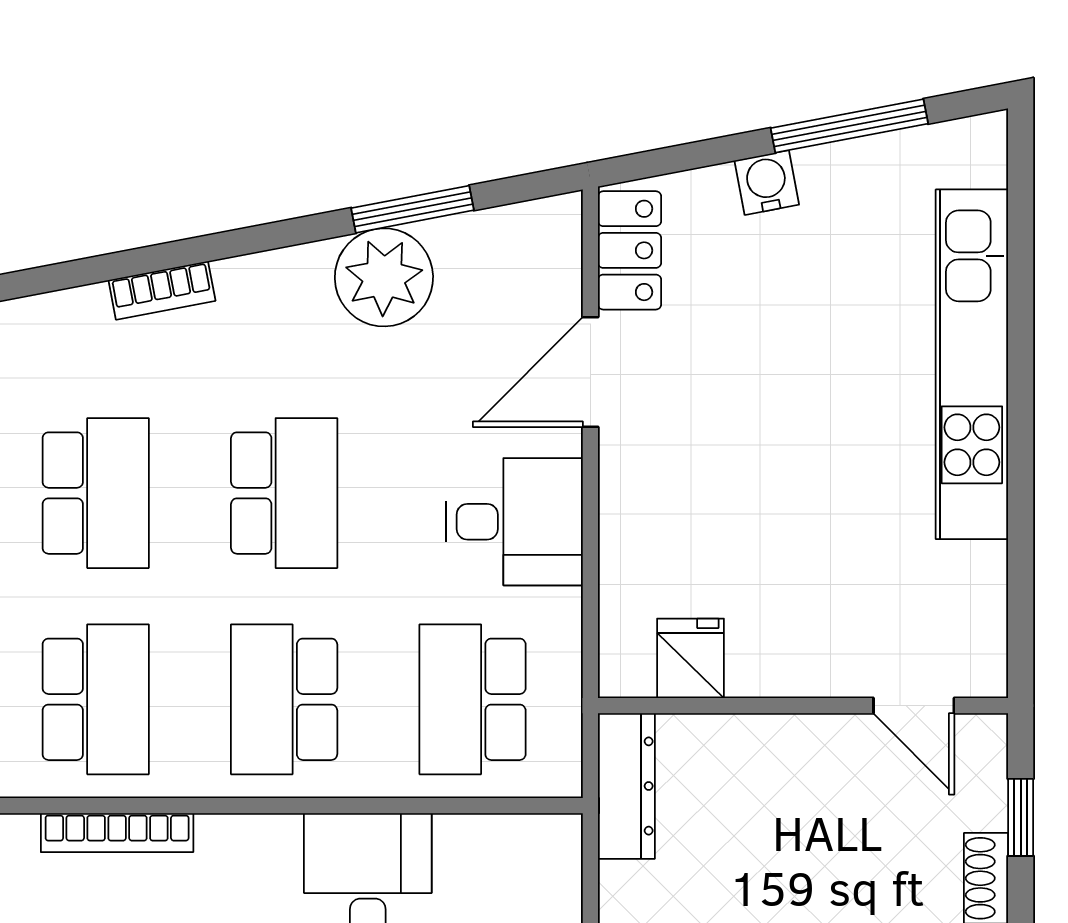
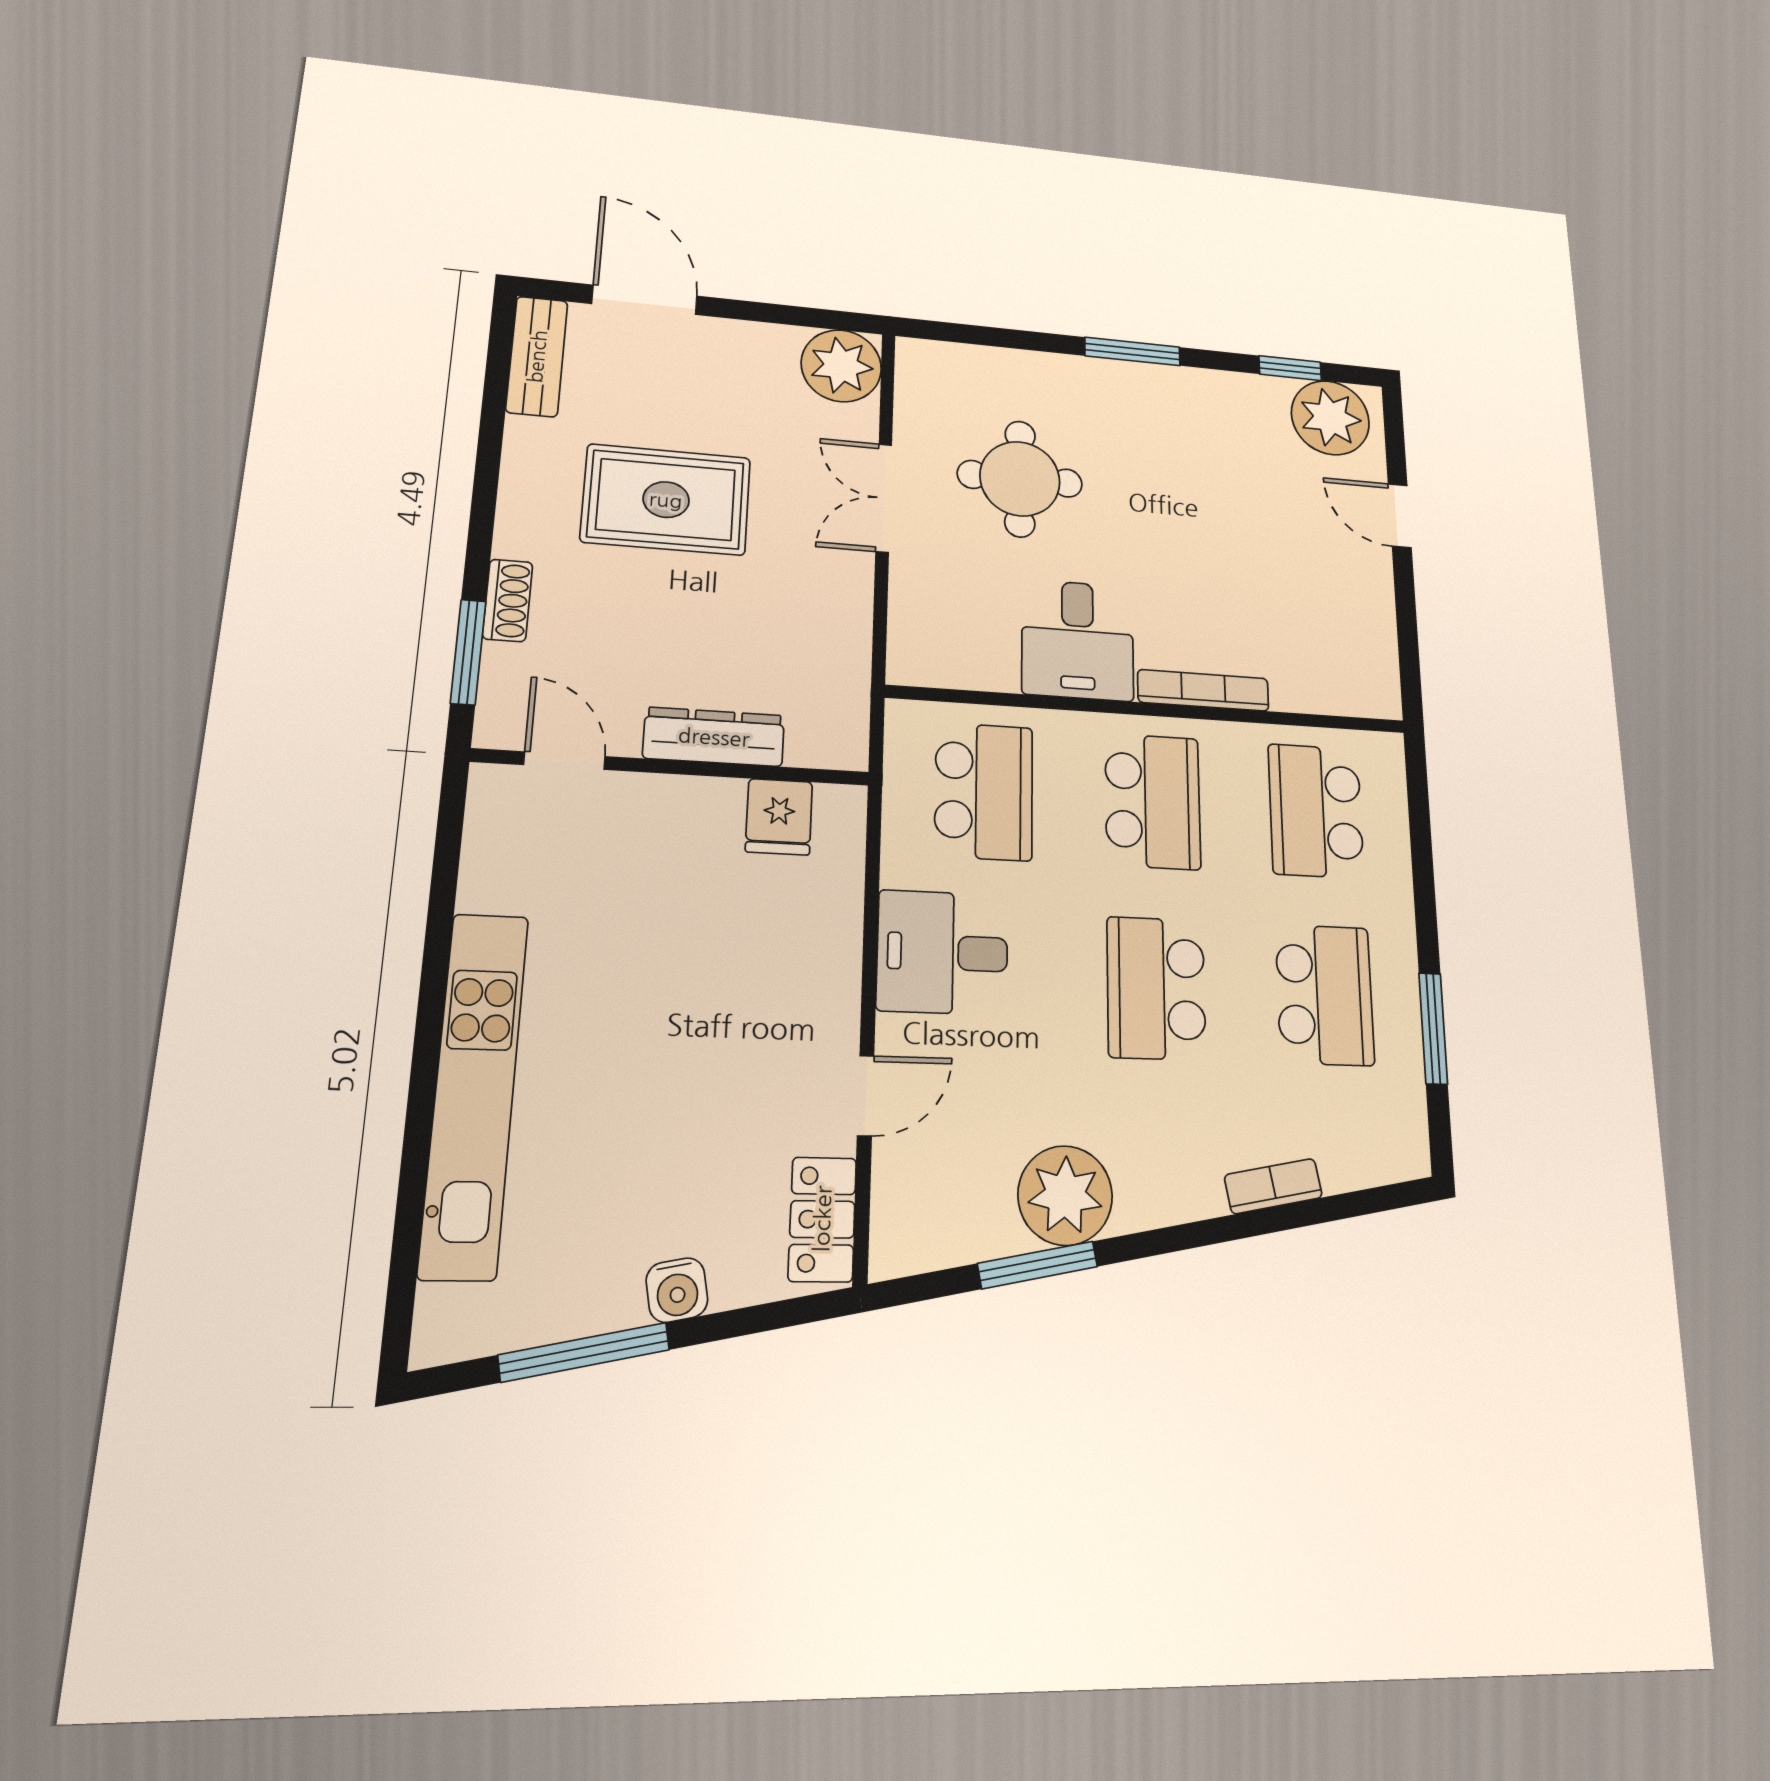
door: (590, 372) -> (866, 1096), width x0.73
school desk: (96, 493) -> (1325, 995), turned 180
dresser: (626, 786) -> (714, 737), moved, turned 90
window: (1021, 817) -> (468, 652), width x1.50
bookcase: (117, 833) -> (1203, 690), moved

